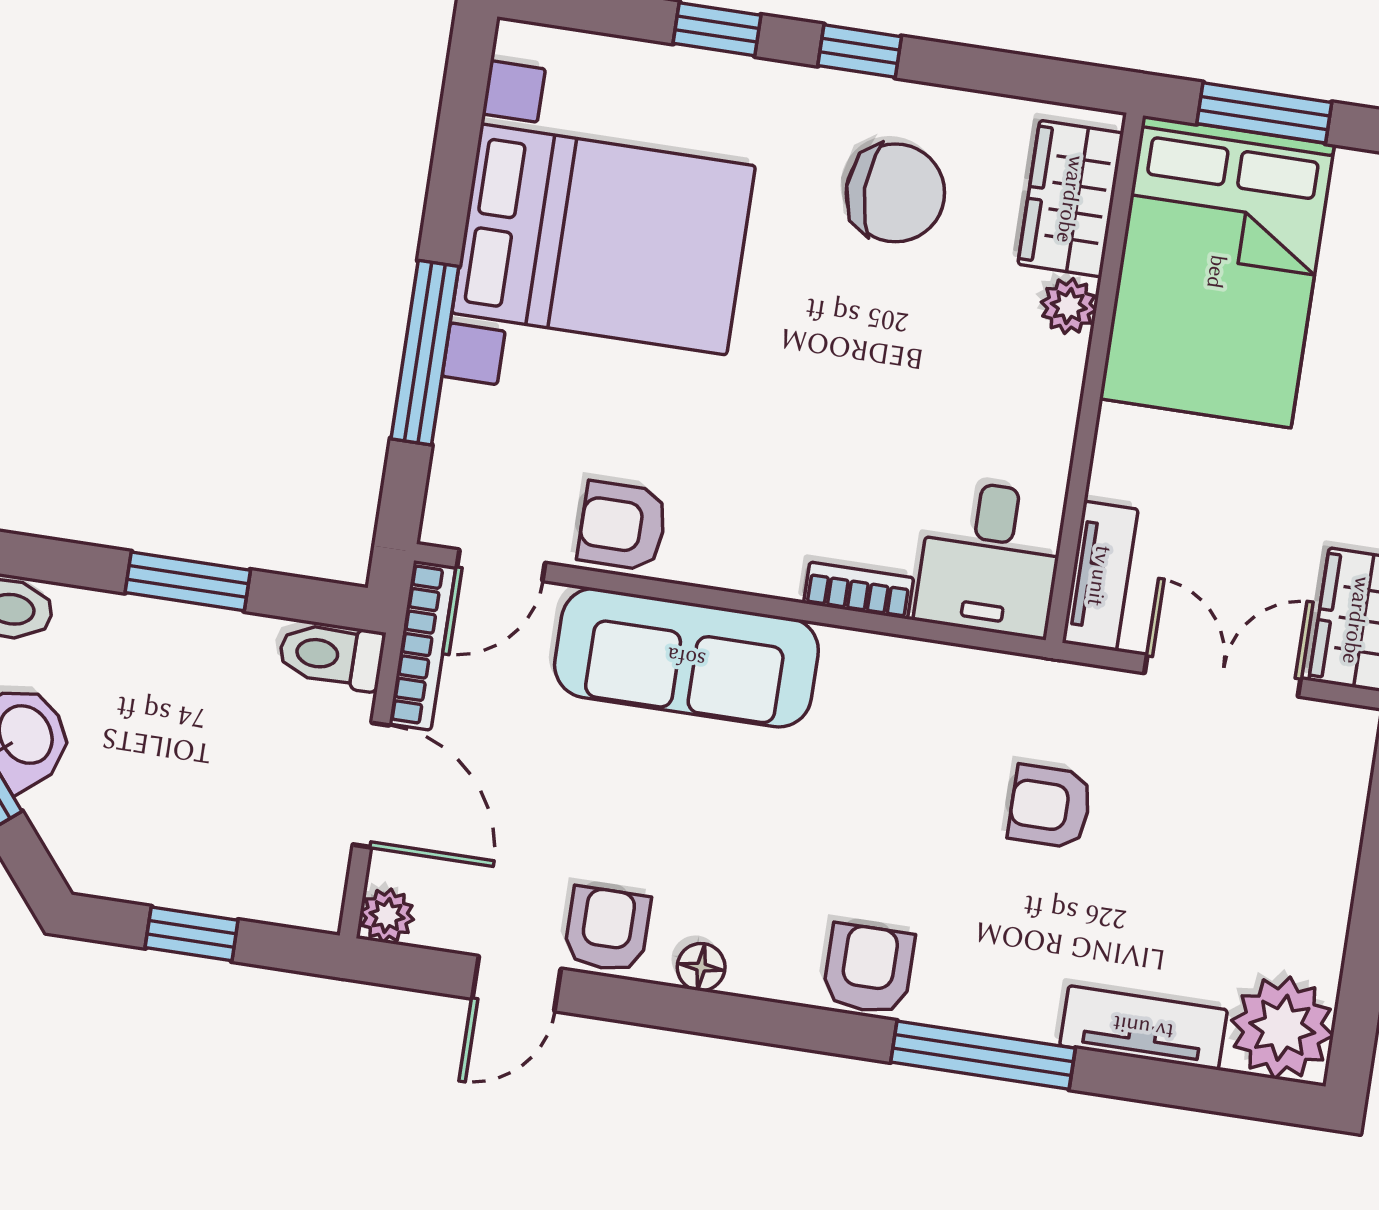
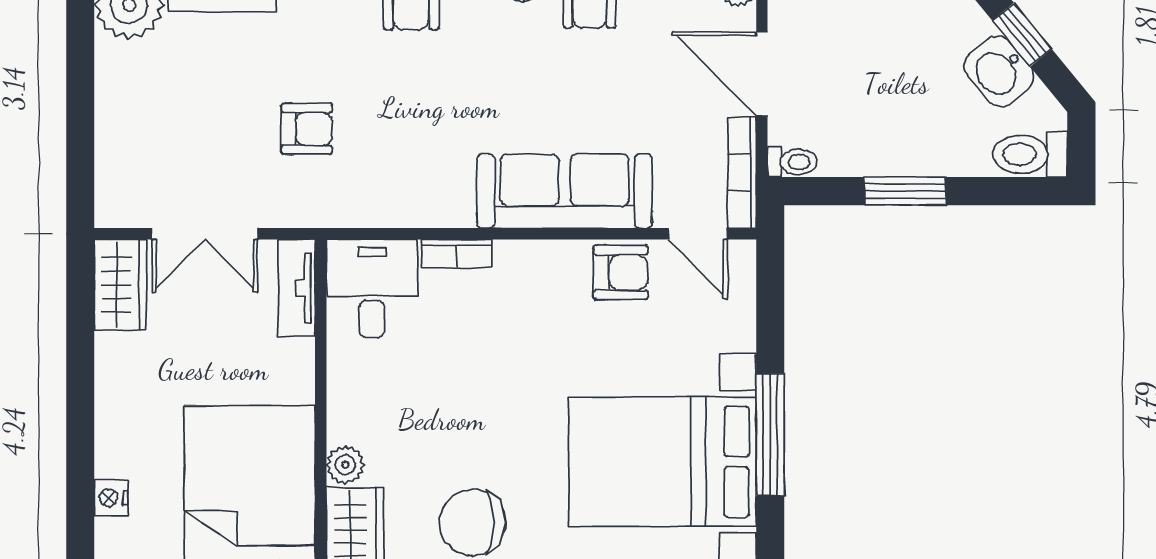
window: (425, 353) -> (770, 435), moved
door: (501, 565) -> (698, 234), swing flipped
toilet: (331, 655) -> (792, 162), width x0.73, depth x0.72

